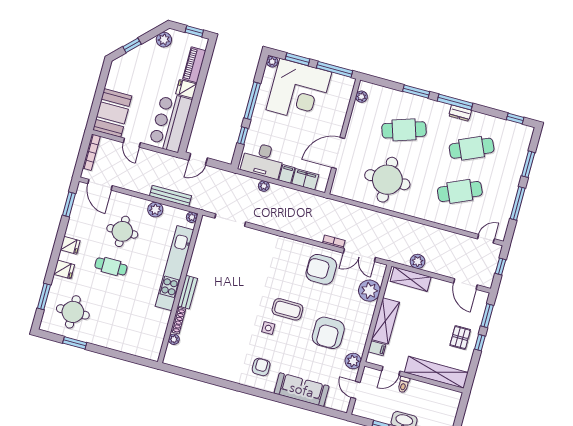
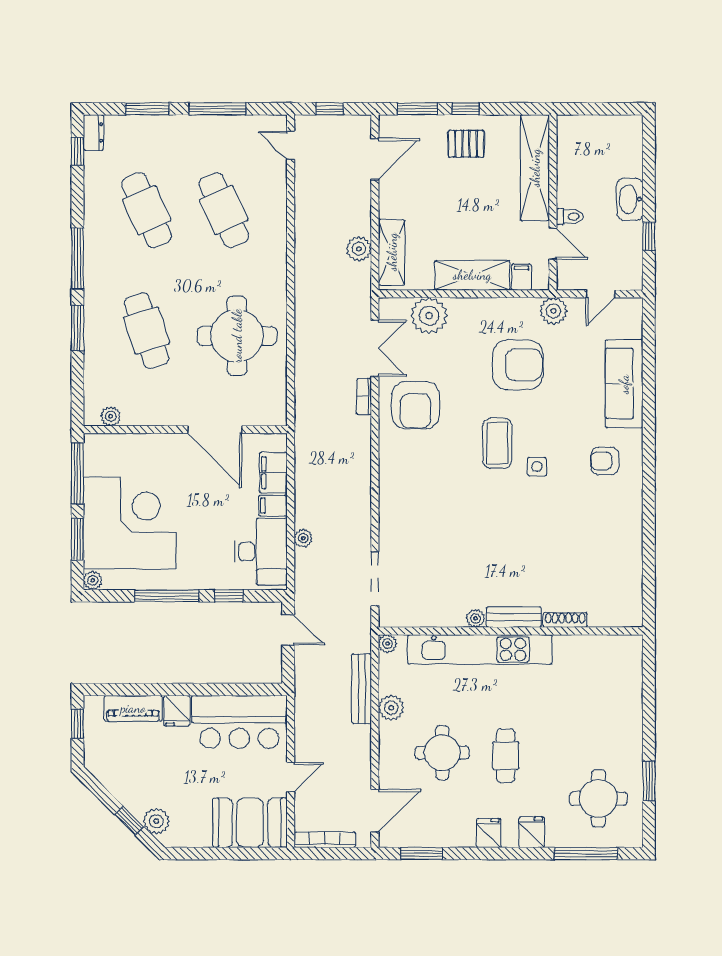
plant: (164, 40) -> (156, 821), moved
dresser: (460, 113) -> (93, 133), moved
door: (198, 159) -> (288, 630), moved
window: (44, 297) -> (586, 853), width x1.44
plant: (174, 339) -> (475, 618), moved

